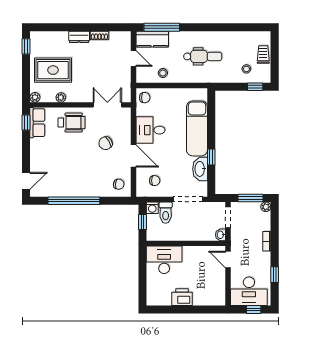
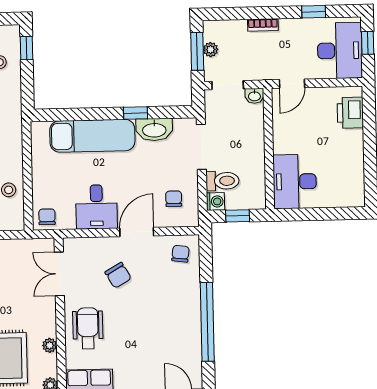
plant: (266, 207) -> (211, 50), moved
printer: (182, 297) -> (350, 113), moved

